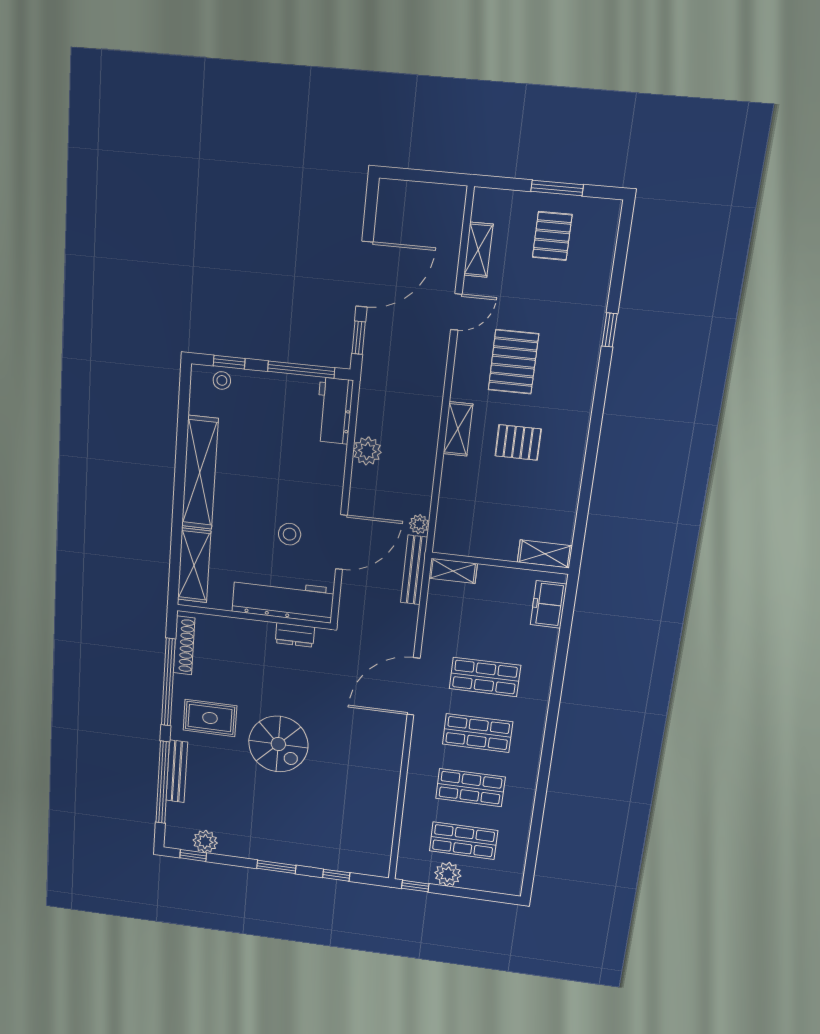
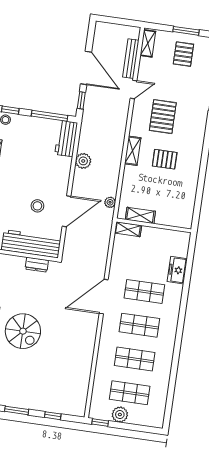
shelving: (478, 250) -> (148, 43), moved
door: (365, 274) -> (86, 68), hinge flipped
shelving: (545, 554) -> (140, 215), moved
bench: (414, 570) -> (131, 59), moved
freezer: (548, 604) -> (177, 270), moved

